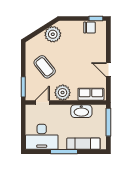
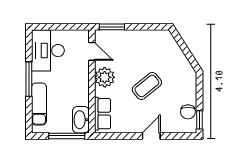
plant: (53, 34) -> (179, 65), removed
coffee table: (45, 67) -> (147, 86), moved
door: (108, 70) -> (151, 136), moved
washbasin: (81, 111) -> (81, 120), moved

